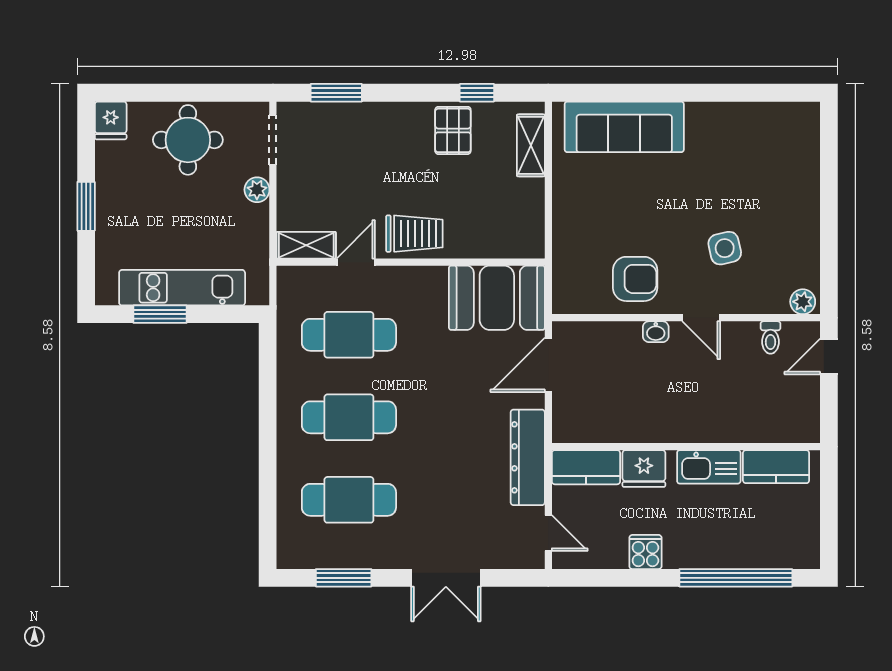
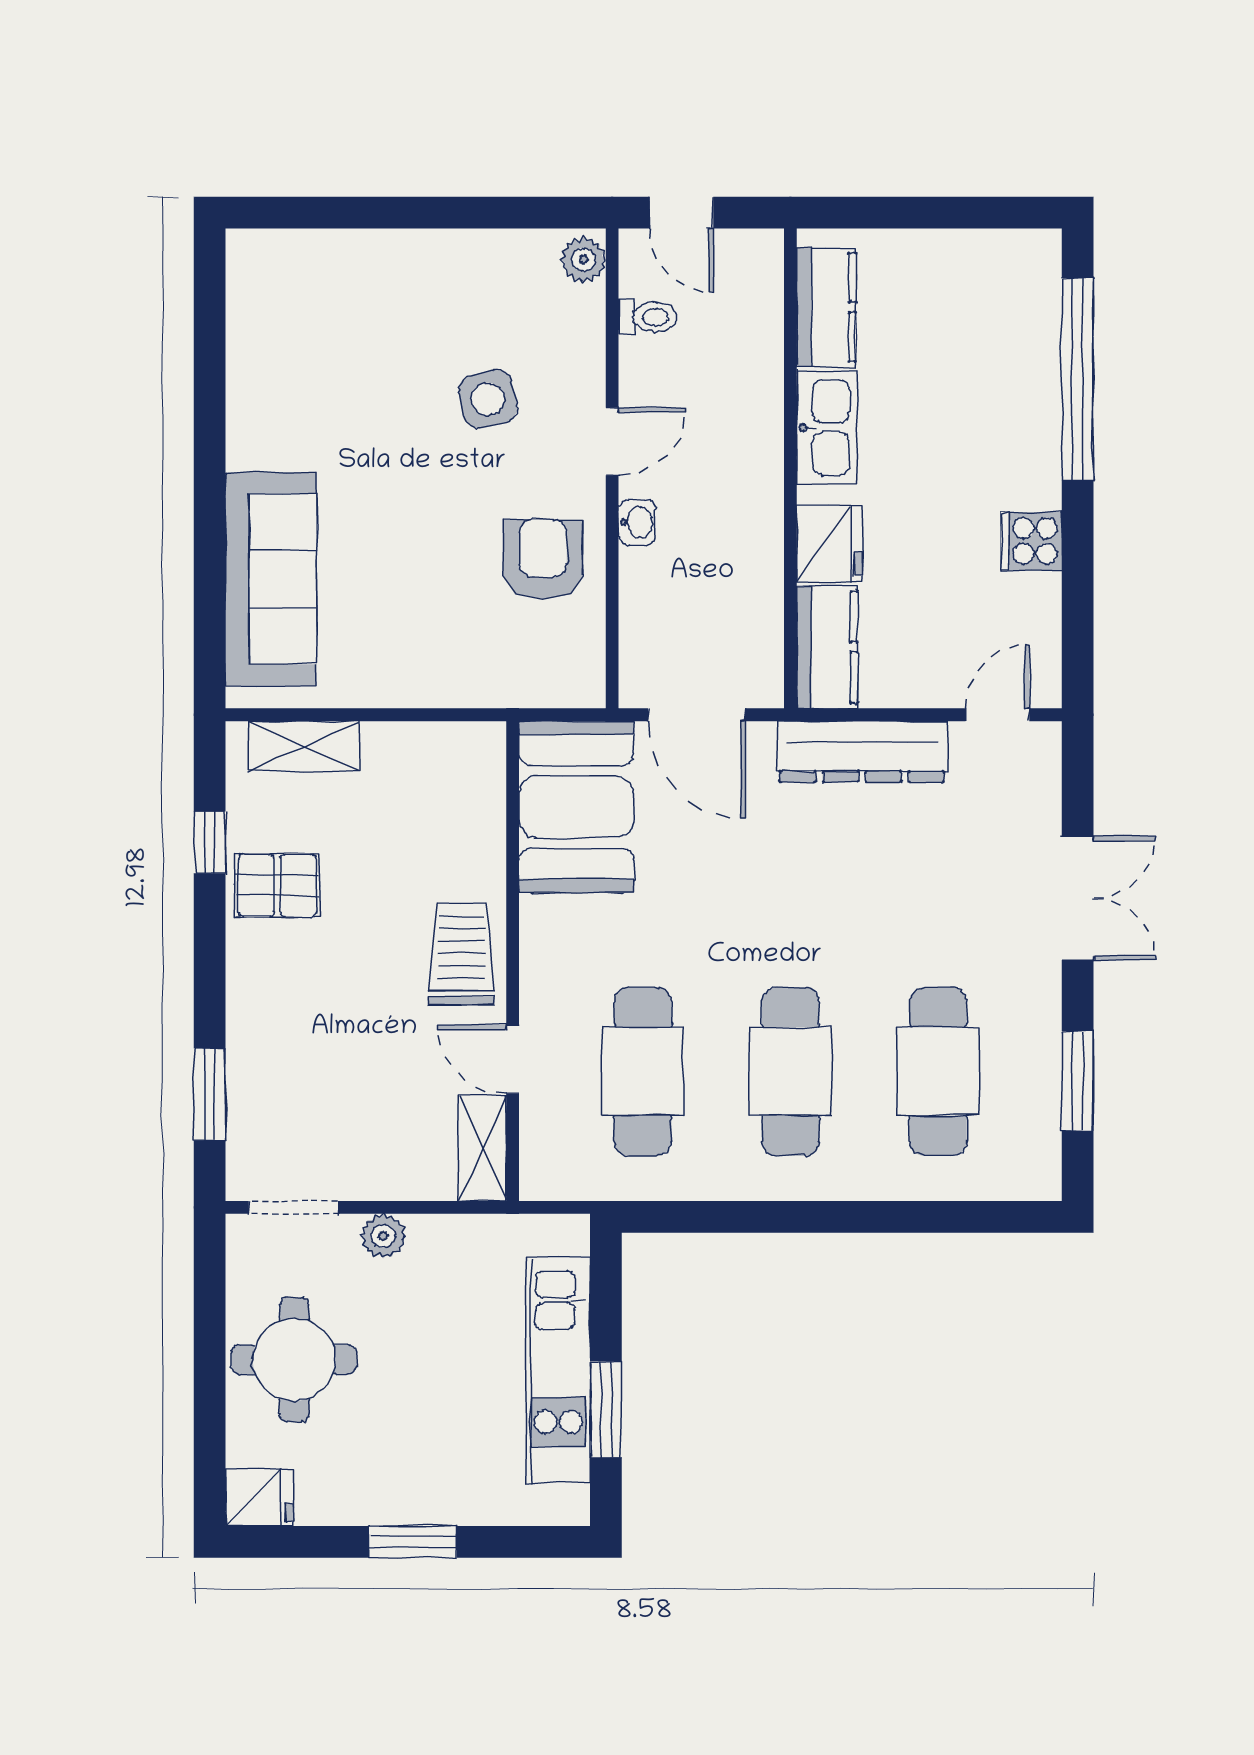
wall: (686, 447) -> (790, 468), moved
kitchen counter: (586, 467) -> (827, 647), moved
kitchen sink: (709, 467) -> (827, 428), moved
kitchen counter: (776, 467) -> (826, 307), moved
fridge: (644, 469) -> (830, 544), moved

